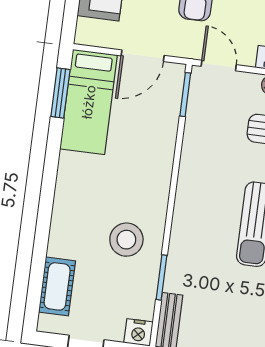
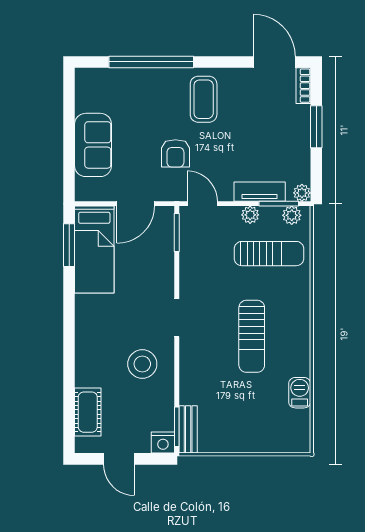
doorway: (173, 192) -> (177, 318), added
window: (161, 277) -> (177, 427), moved

